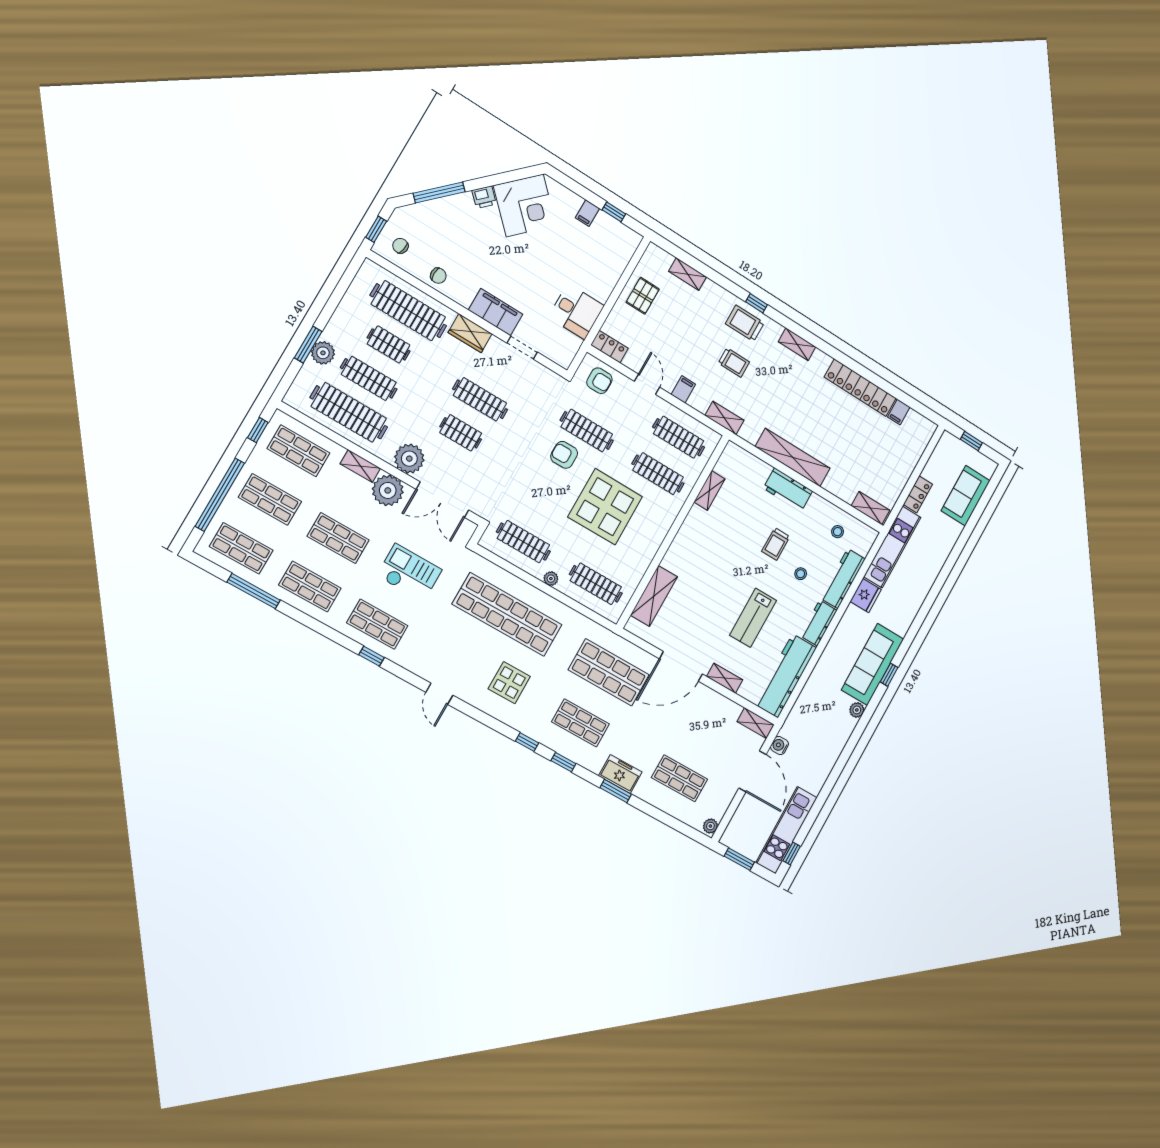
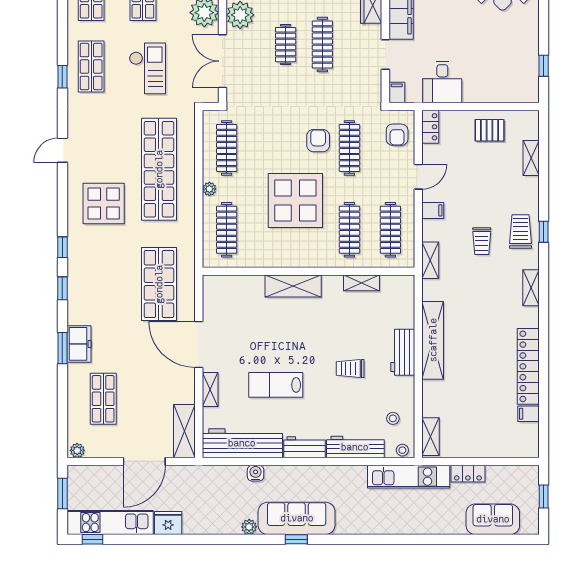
filing cabinet: (587, 213) -> (397, 93), moved, turned 90
stool: (801, 574) -> (402, 450), moved
fridge: (866, 595) -> (168, 523), moved, turned 180
shelving: (654, 596) -> (293, 286), moved
display table: (509, 683) -> (104, 204), width x1.36, depth x1.36
shop shelf: (580, 723) -> (103, 284), removed
shelving: (756, 723) -> (184, 431), width x1.50, depth x1.33
water cooler: (779, 745) -> (256, 473), moved

